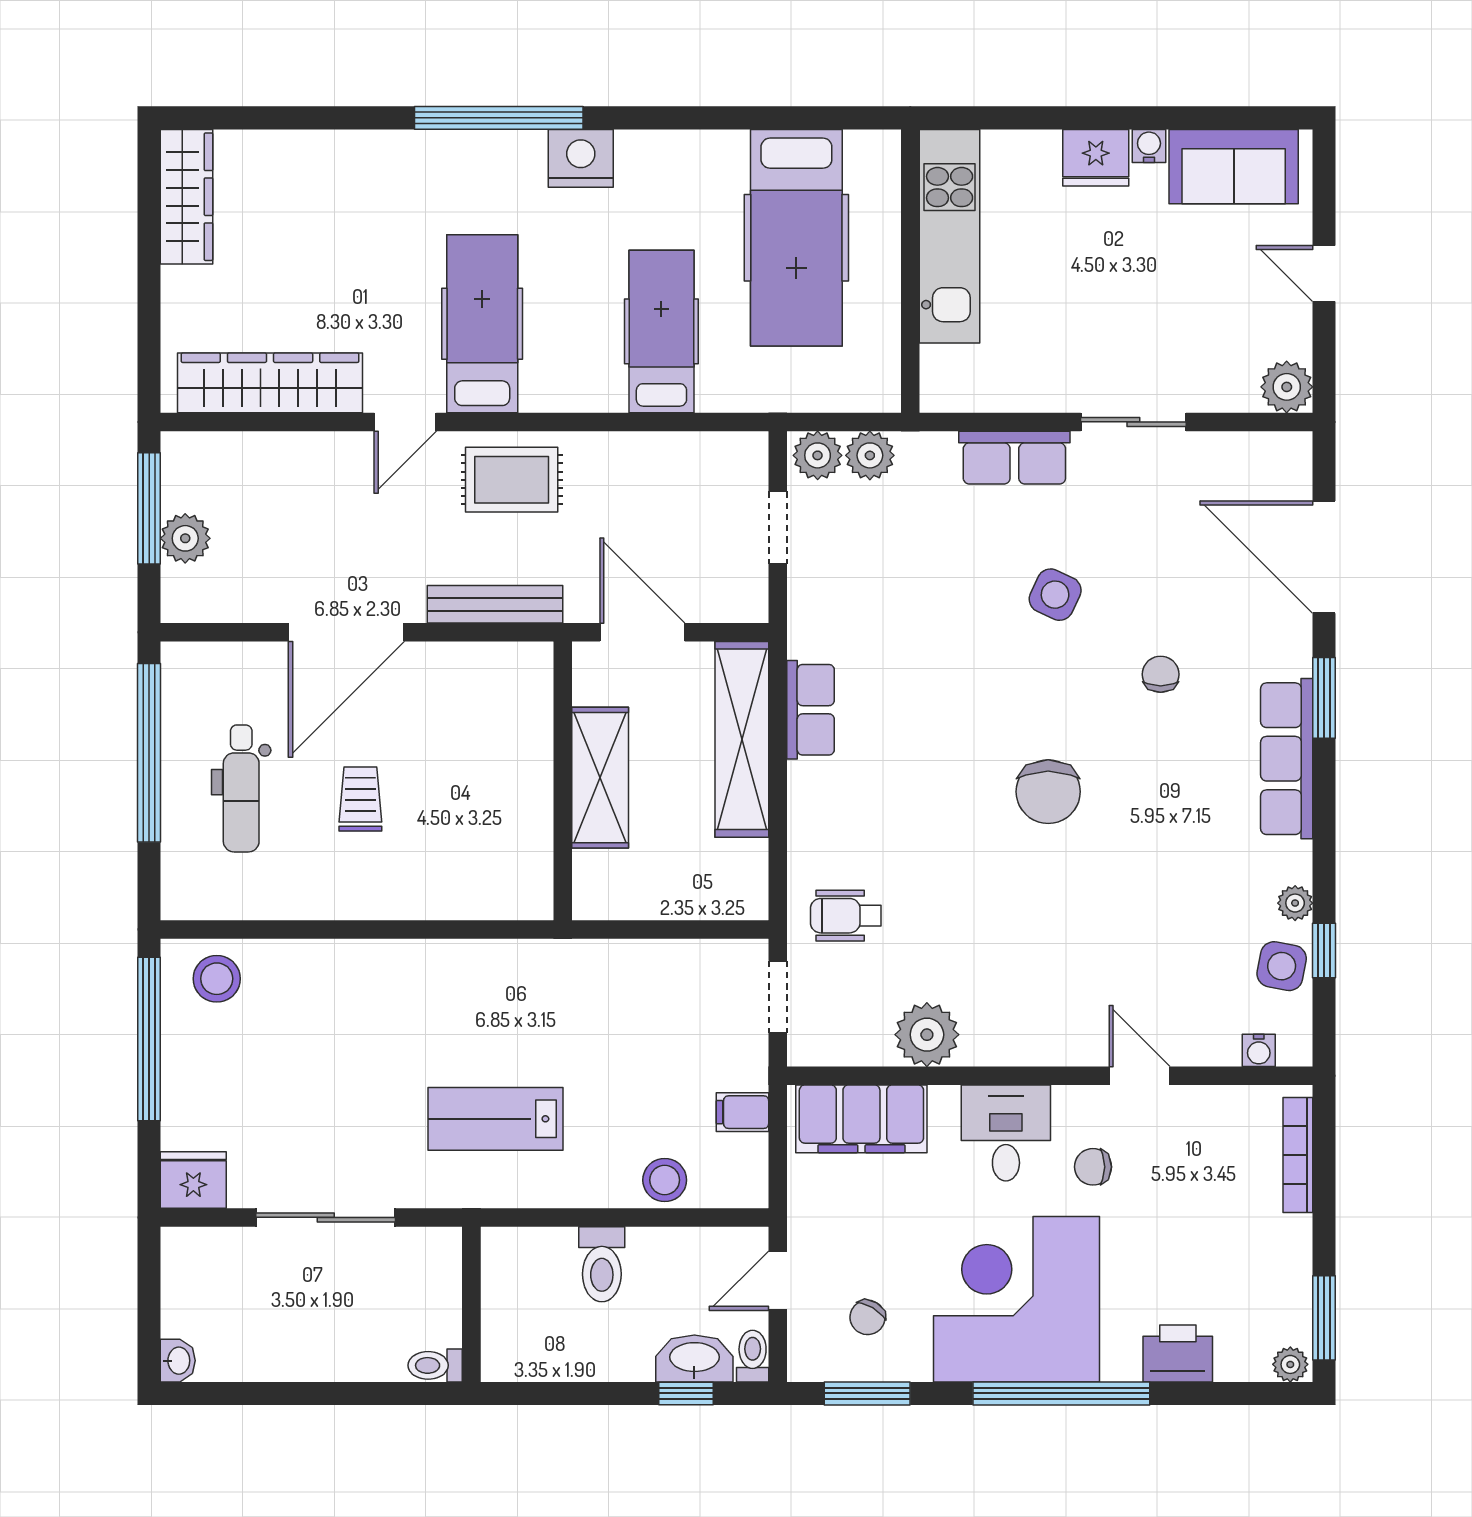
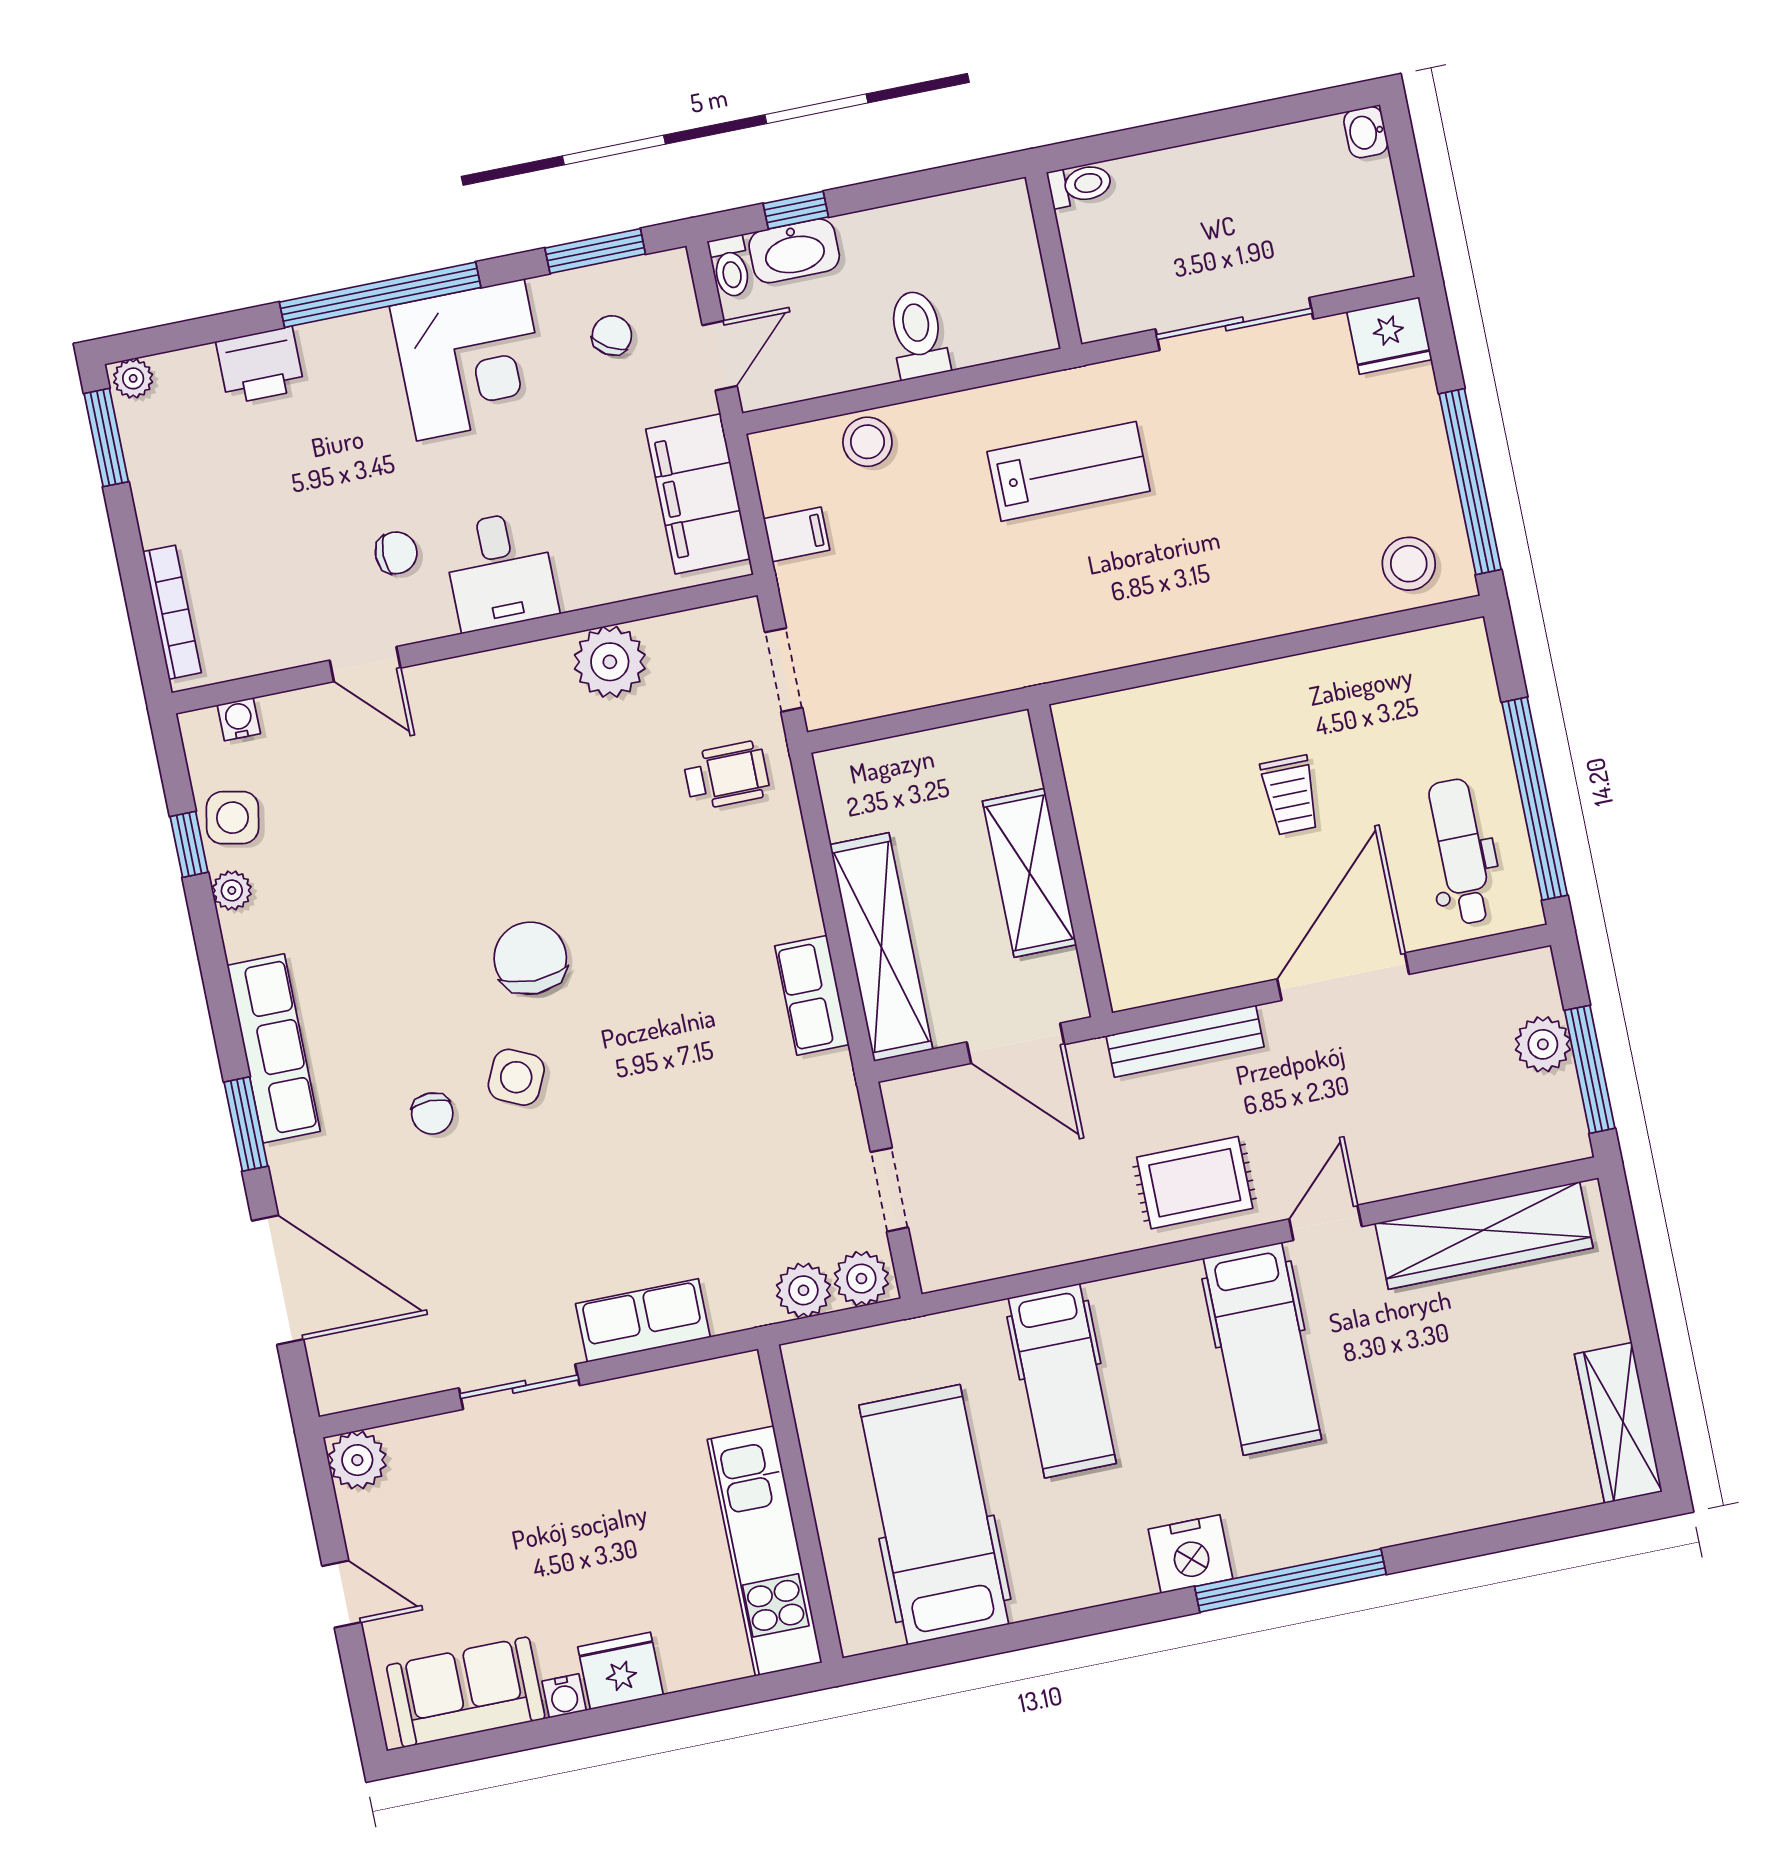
side table: (1055, 595) -> (516, 1077), moved
dental chair: (241, 788) -> (1461, 852), moved
filing cabinet: (861, 1119) -> (698, 494), moved, turned -90
corner desk: (1017, 1299) -> (470, 360), width x0.74, depth x0.74

